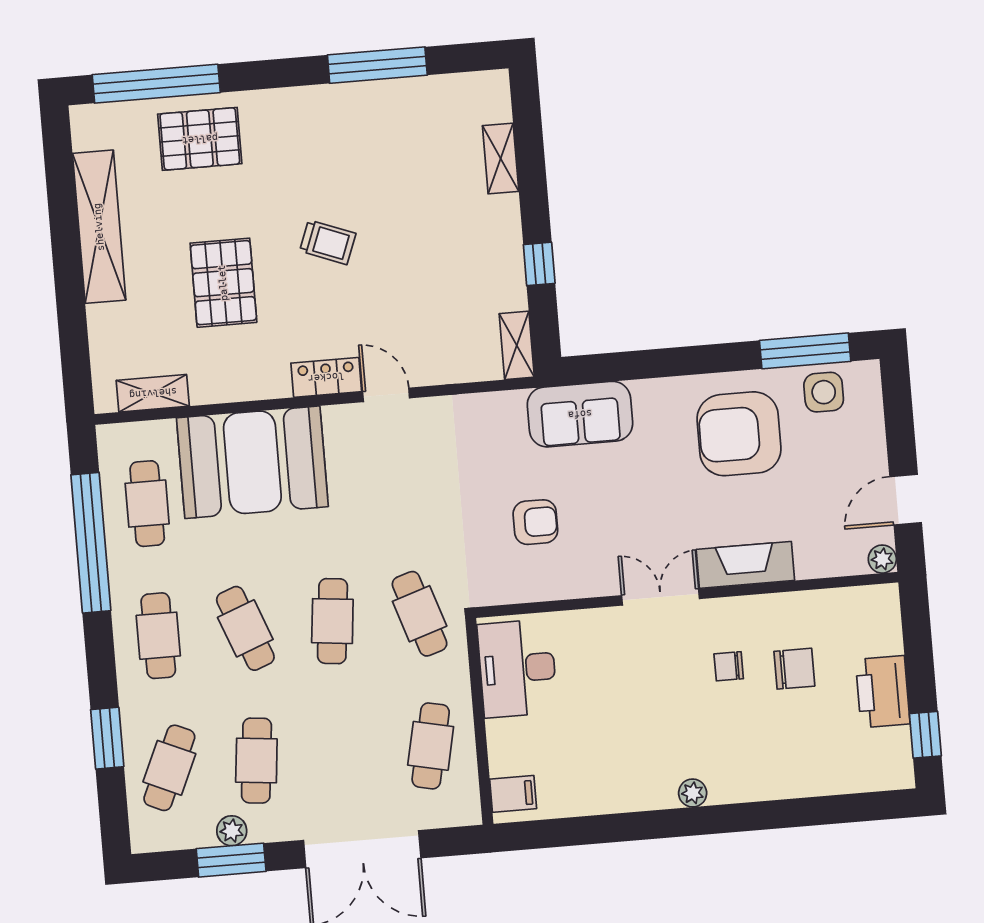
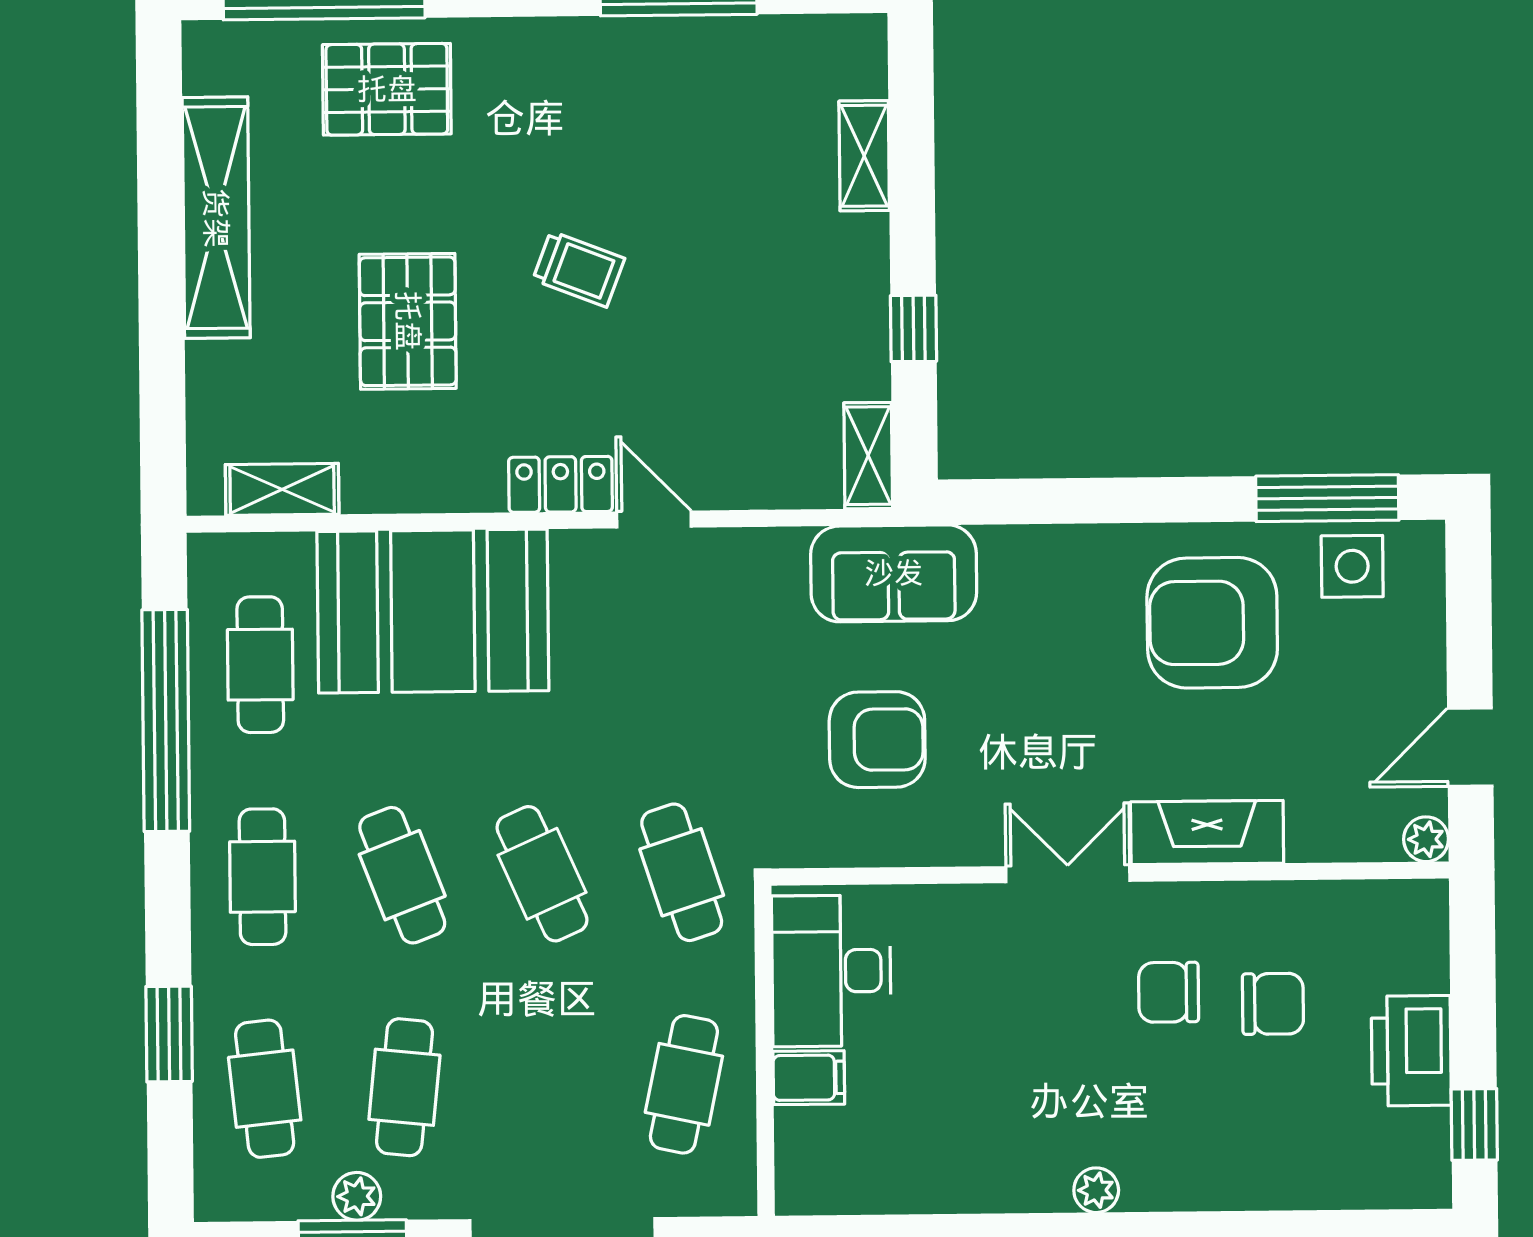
sofa: (580, 414) -> (894, 573), moved
armchair: (535, 522) -> (877, 740), width x1.38, depth x1.38
cafe table: (332, 621) -> (542, 874), turned -30
chair: (729, 666) -> (1169, 992), width x1.37, depth x1.37
cafe table: (169, 768) -> (265, 1089), turned -30
filing cabinet: (513, 794) -> (809, 1078), moved

